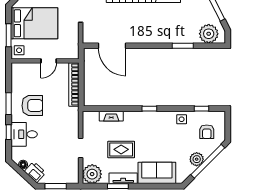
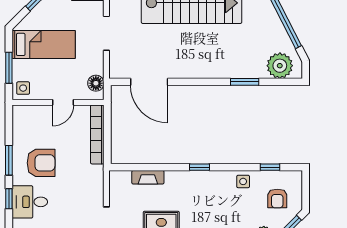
bed: (34, 23) -> (44, 44), width x0.67
floor lamp: (73, 47) -> (96, 83), added

